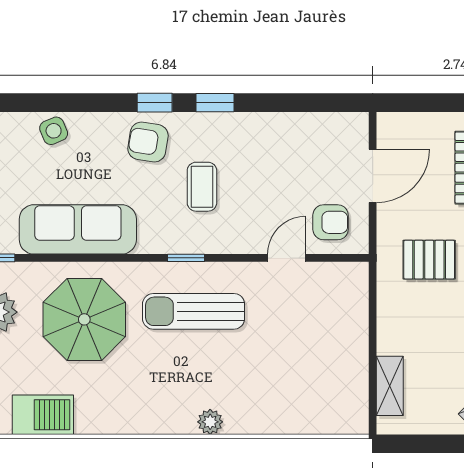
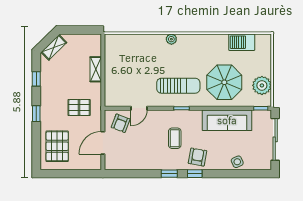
armchair: (148, 142) -> (197, 157), turned -89
armchair: (331, 222) -> (121, 123), turned -69
shelving: (390, 386) -> (96, 69), moved

